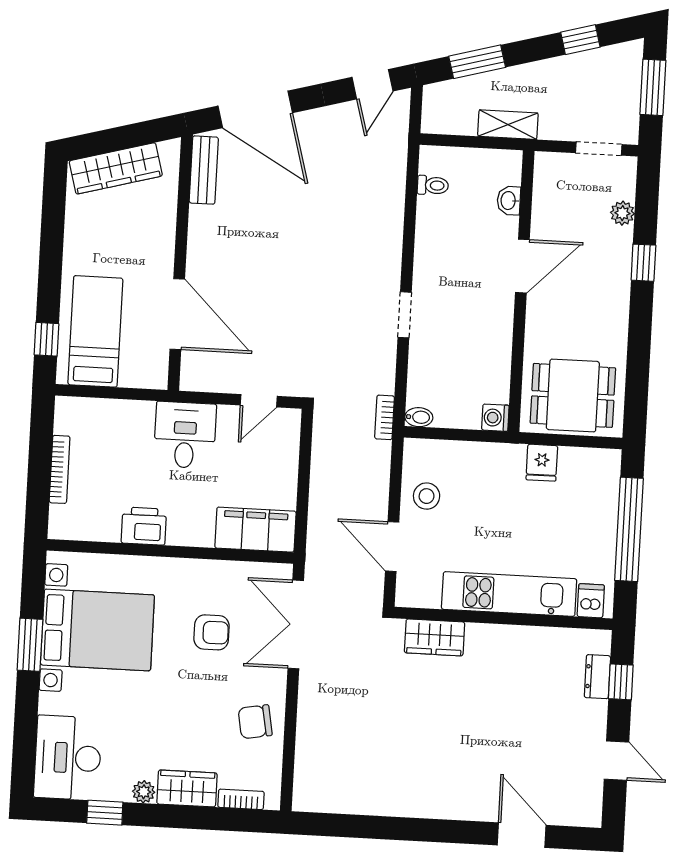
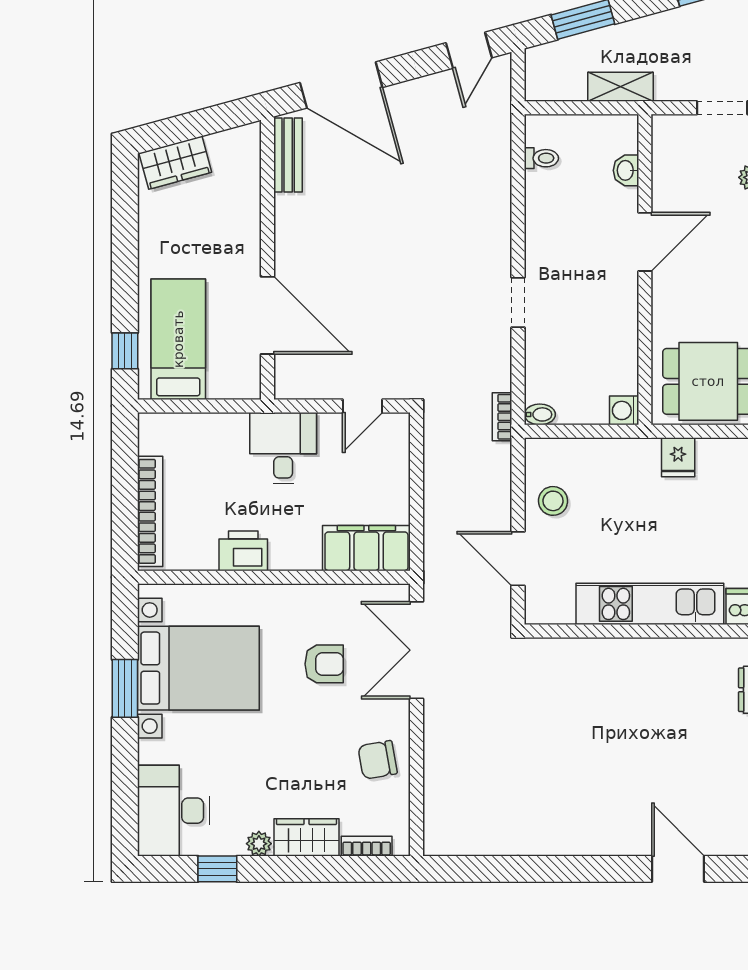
wardrobe: (116, 168) -> (175, 163), width x0.67
bookcase: (60, 469) -> (150, 511), width x1.48, depth x1.31
wardrobe: (435, 637) -> (570, 656), removed

